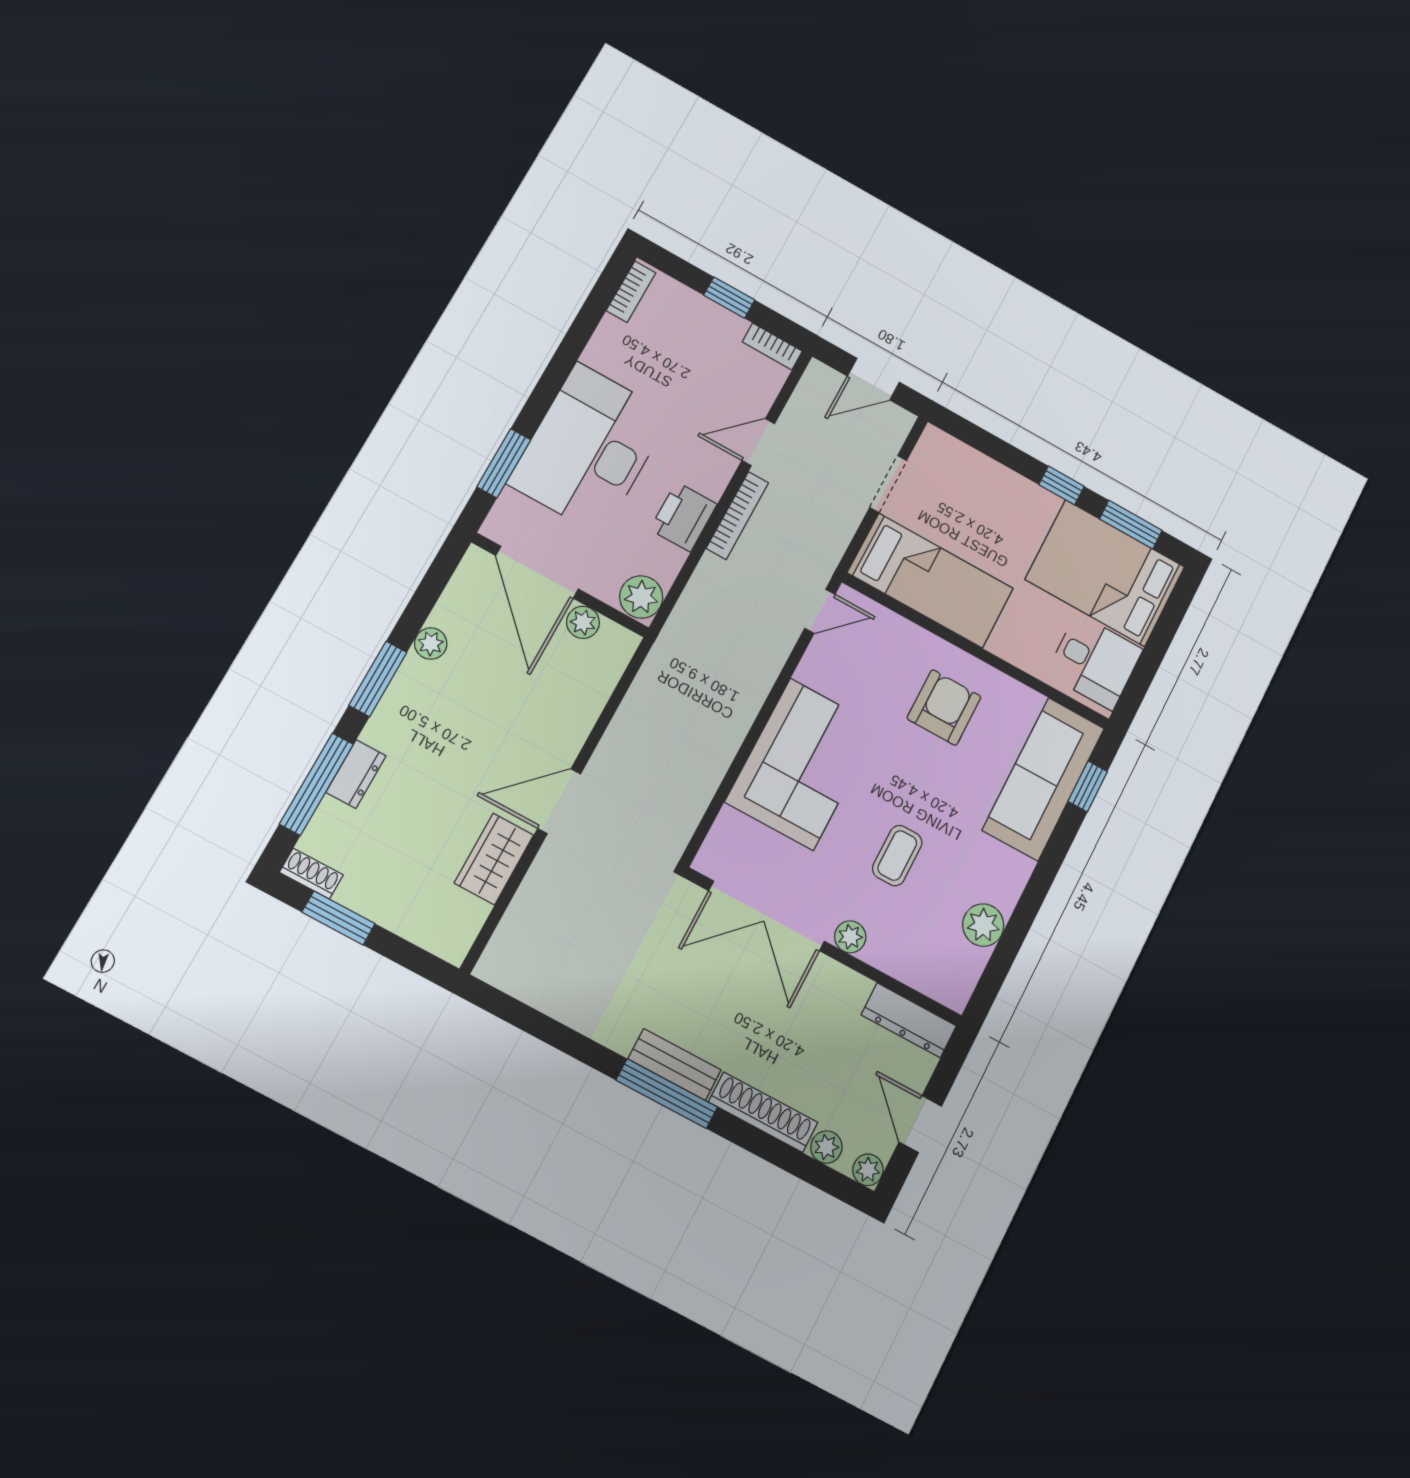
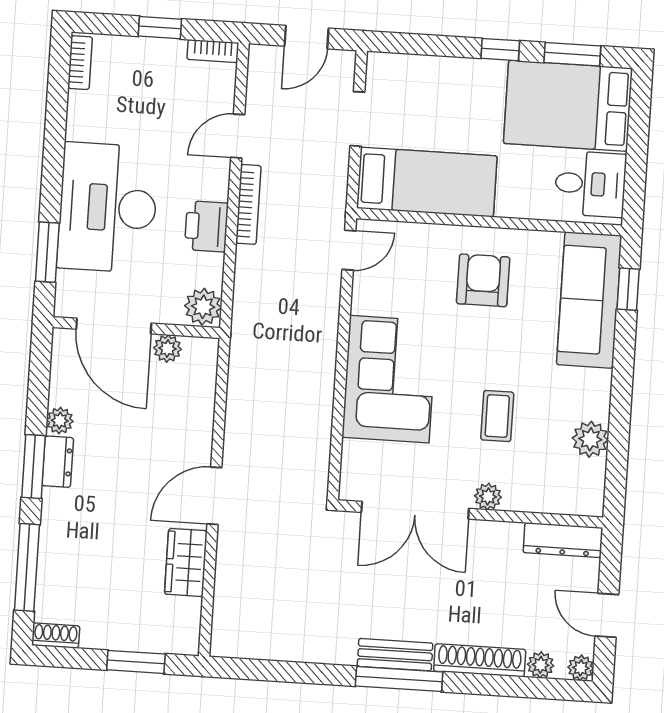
dresser: (356, 774) -> (58, 462), moved
window: (338, 918) -> (136, 662), moved

